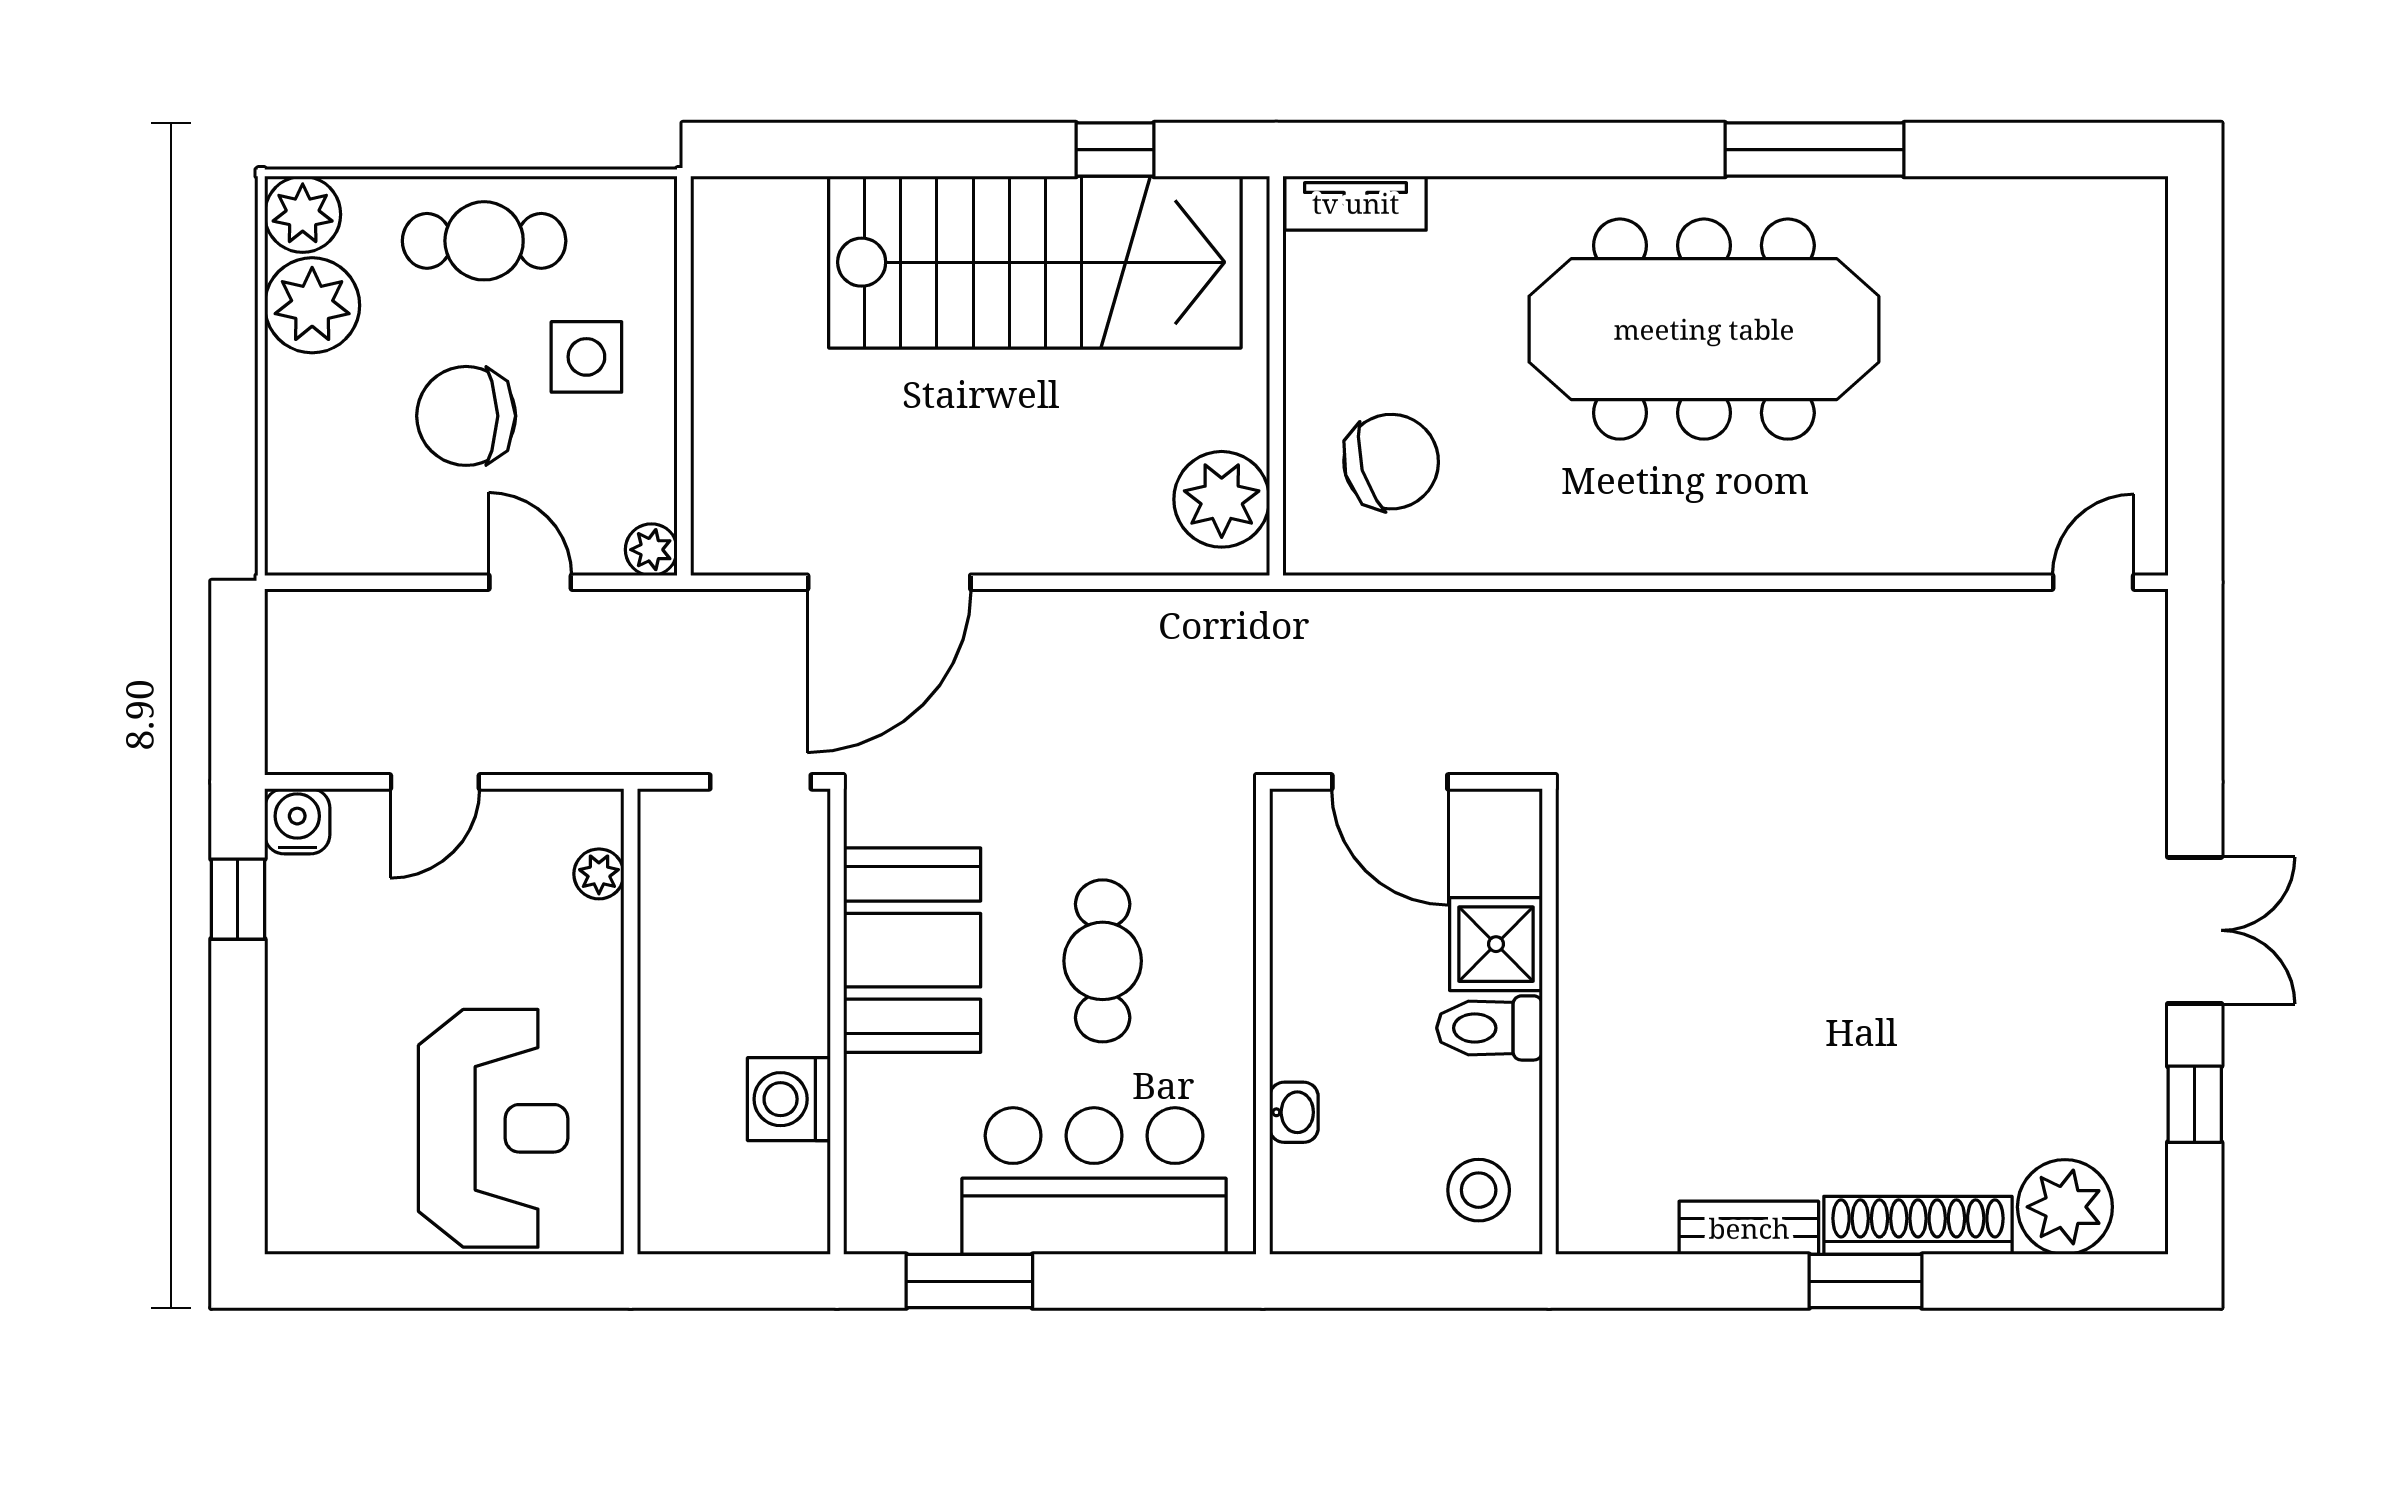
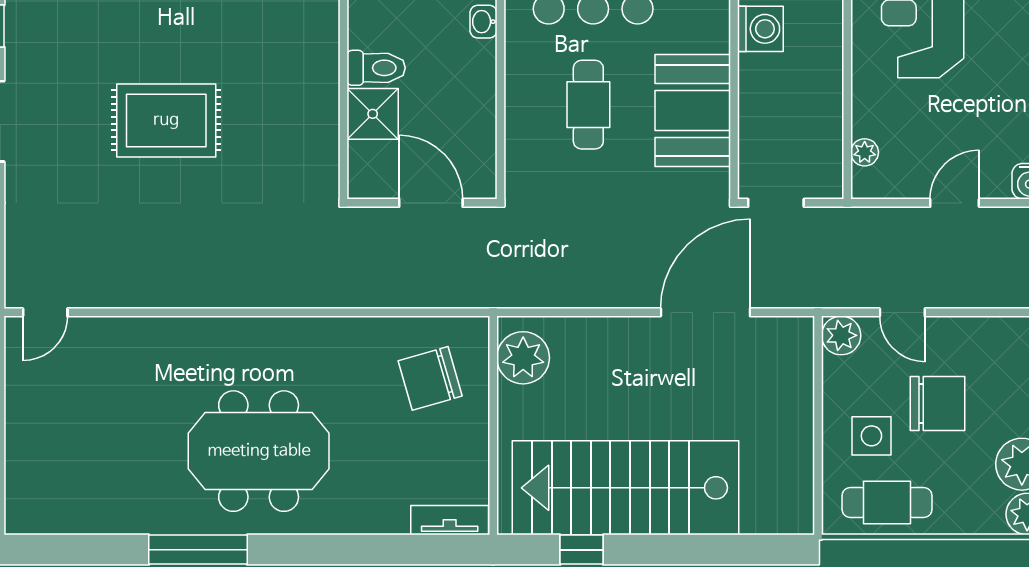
cafe table: (484, 241) -> (887, 503), moved
meeting table: (1704, 329) -> (259, 451), width x0.73
plant: (651, 550) -> (841, 335), width x1.38, depth x1.38
rug: (1872, 932) -> (166, 120), added

